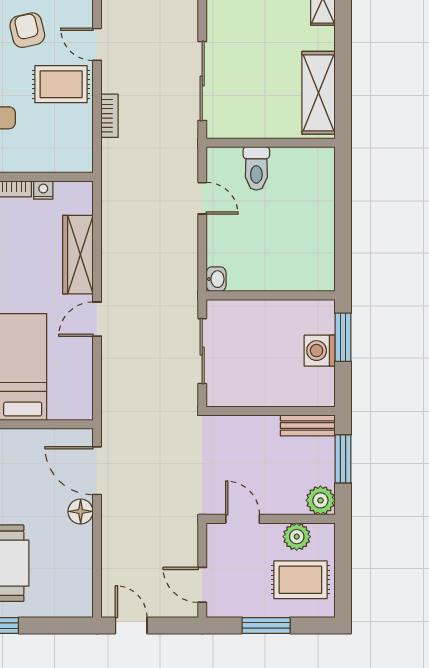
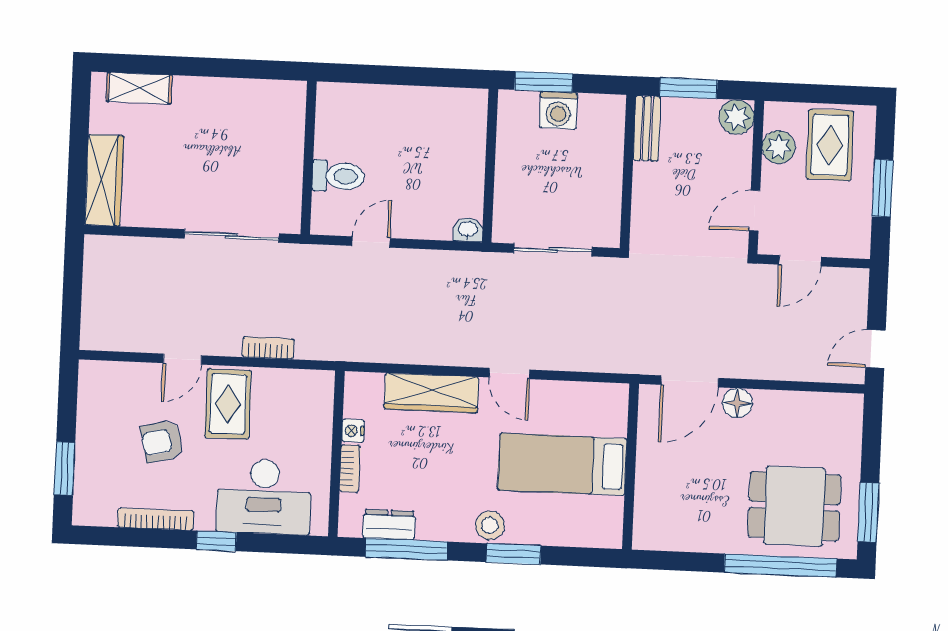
shelving: (319, 93) -> (252, 98), removed
door: (202, 585) -> (800, 261), moved

